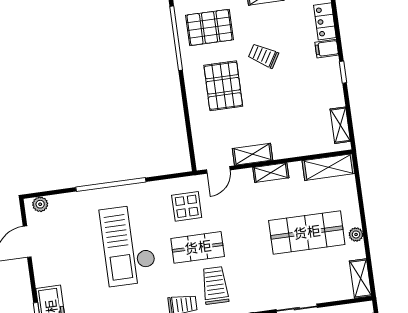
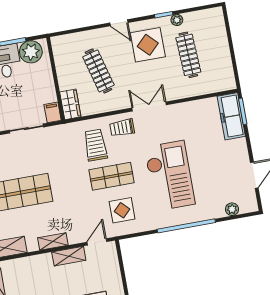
plant: (40, 204) -> (232, 209), moved
trolley: (215, 285) -> (95, 145), turned 180

